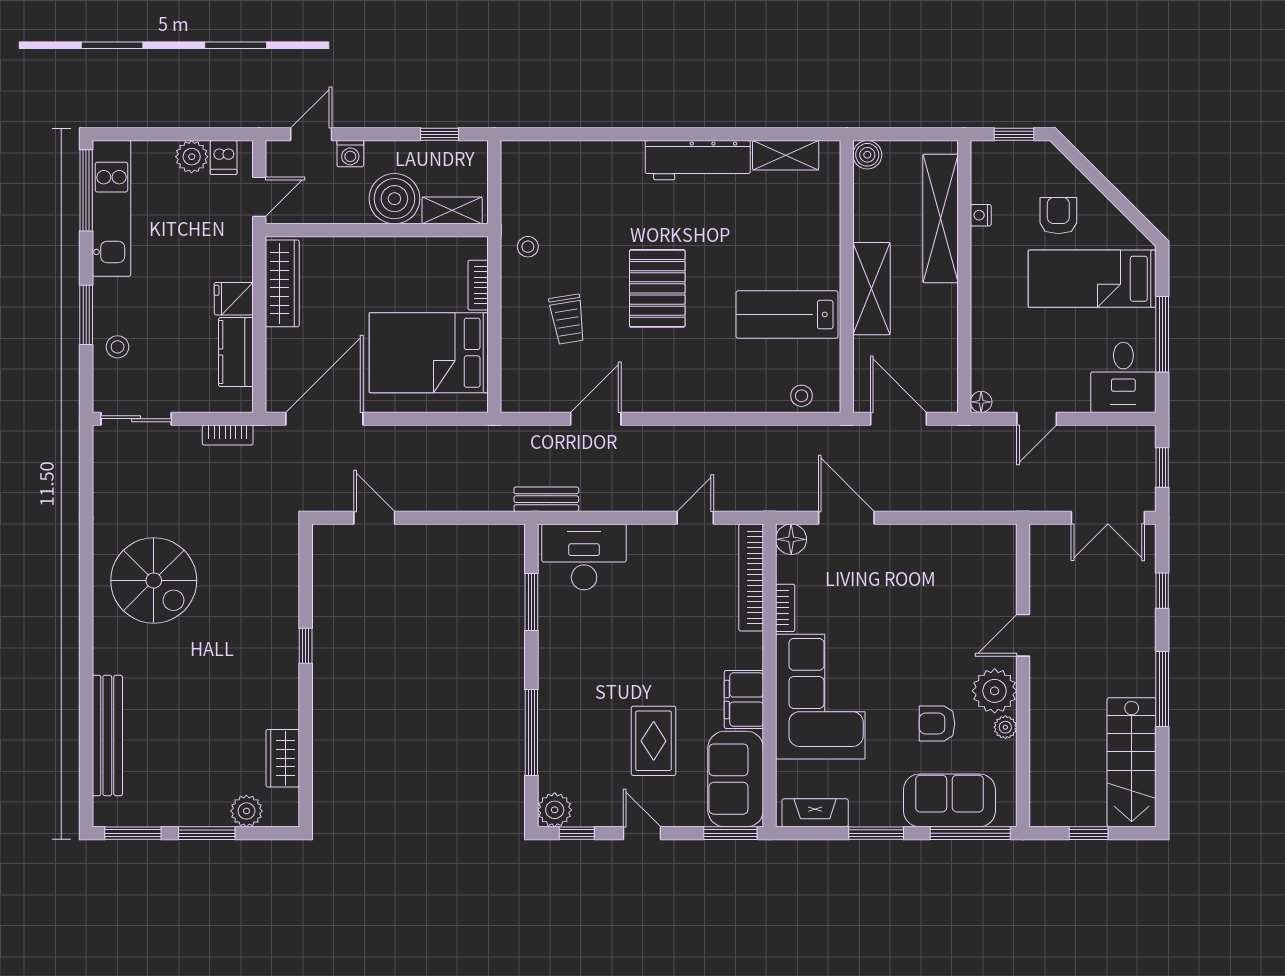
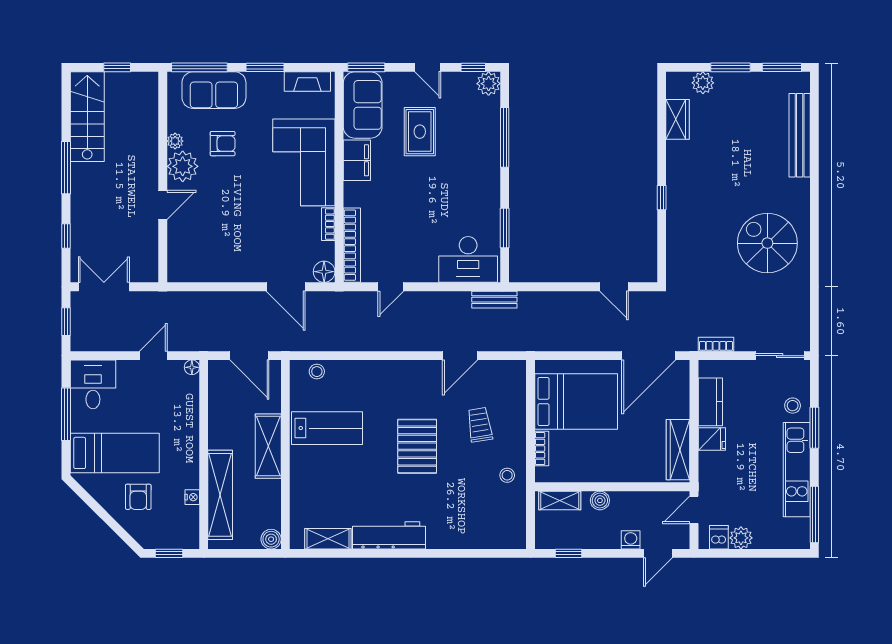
boiler: (394, 199) -> (600, 500), width x0.54, depth x0.54
kitchen unit: (111, 208) -> (797, 470), moved

